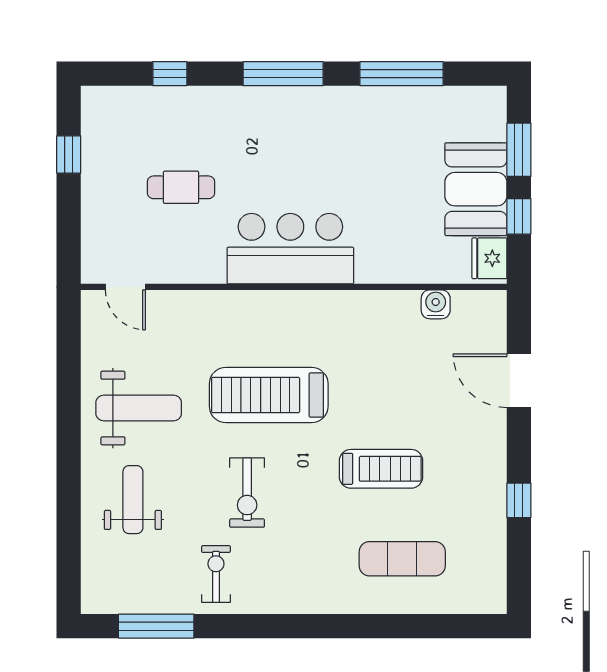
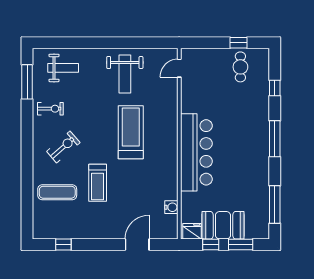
window: (402, 74) -> (275, 204), moved
cafe table: (181, 187) -> (240, 67), moved
bar counter: (290, 249) -> (196, 152), width x1.36
exercise bike: (247, 493) -> (63, 147), moved, turned 139
weight bench: (133, 500) -> (63, 68), moved
window: (519, 500) -> (63, 245), moved
exercise mat: (402, 559) -> (57, 192), turned 90

